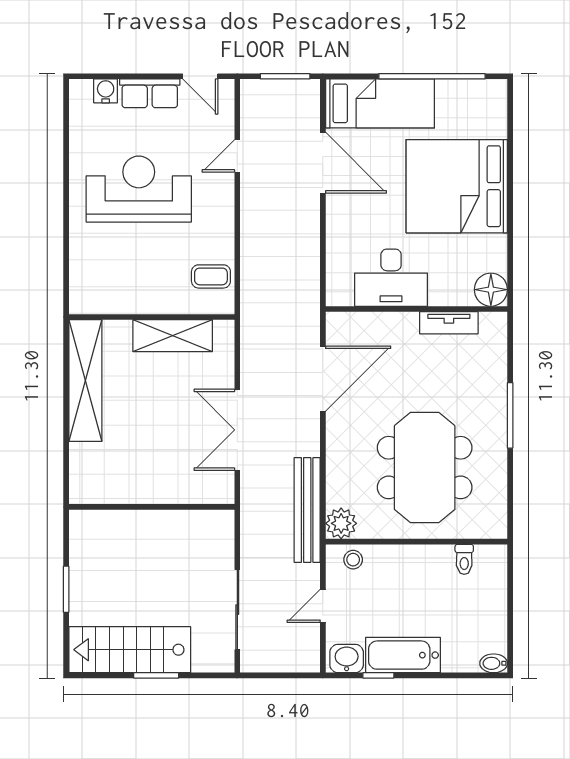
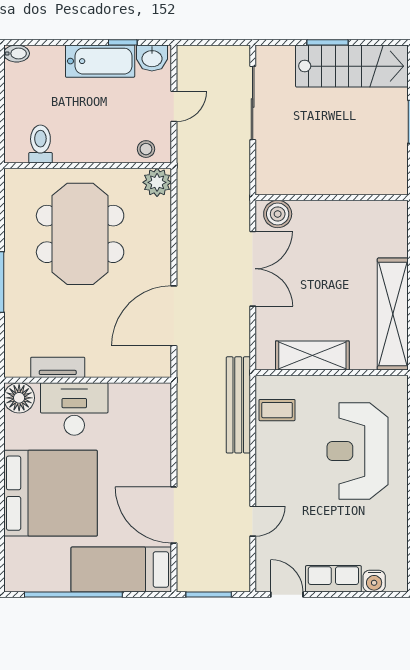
reception desk: (139, 189) -> (357, 451), moved, turned 90
desk: (391, 278) -> (74, 409), moved
boiler: (210, 489) -> (278, 214), added
bench: (307, 510) -> (238, 405), moved
toilet: (464, 559) -> (40, 144), width x1.37, depth x1.39

